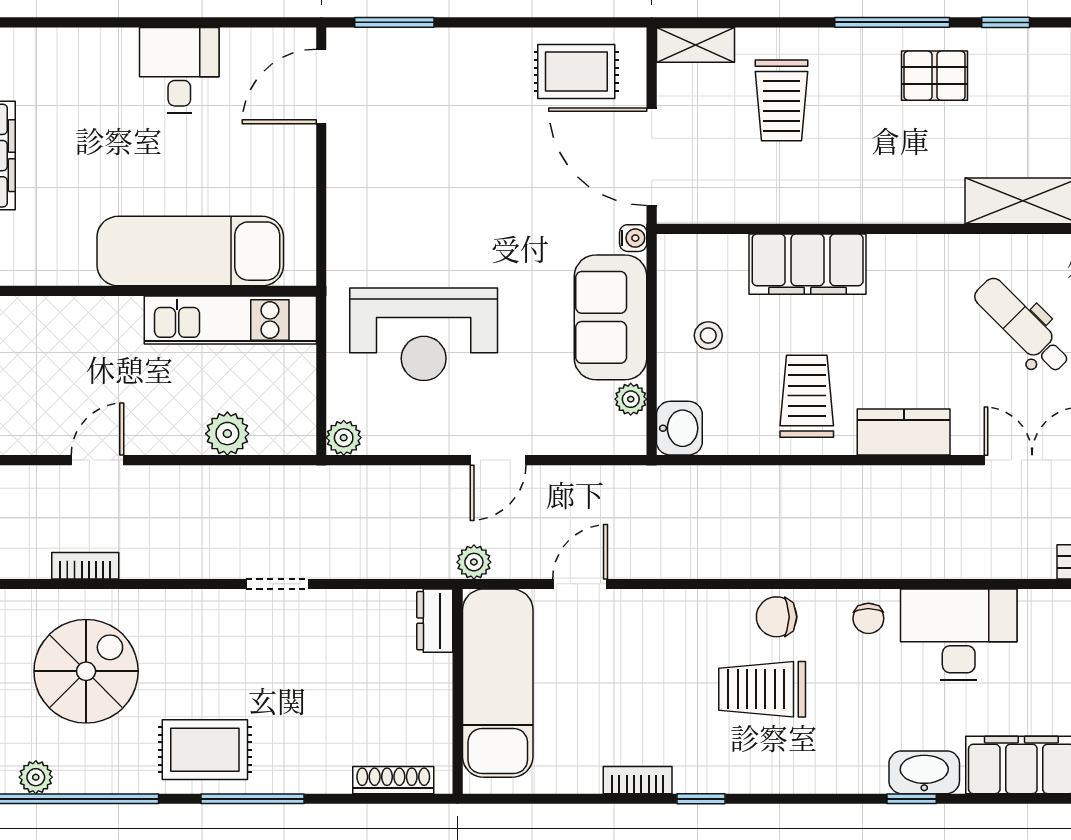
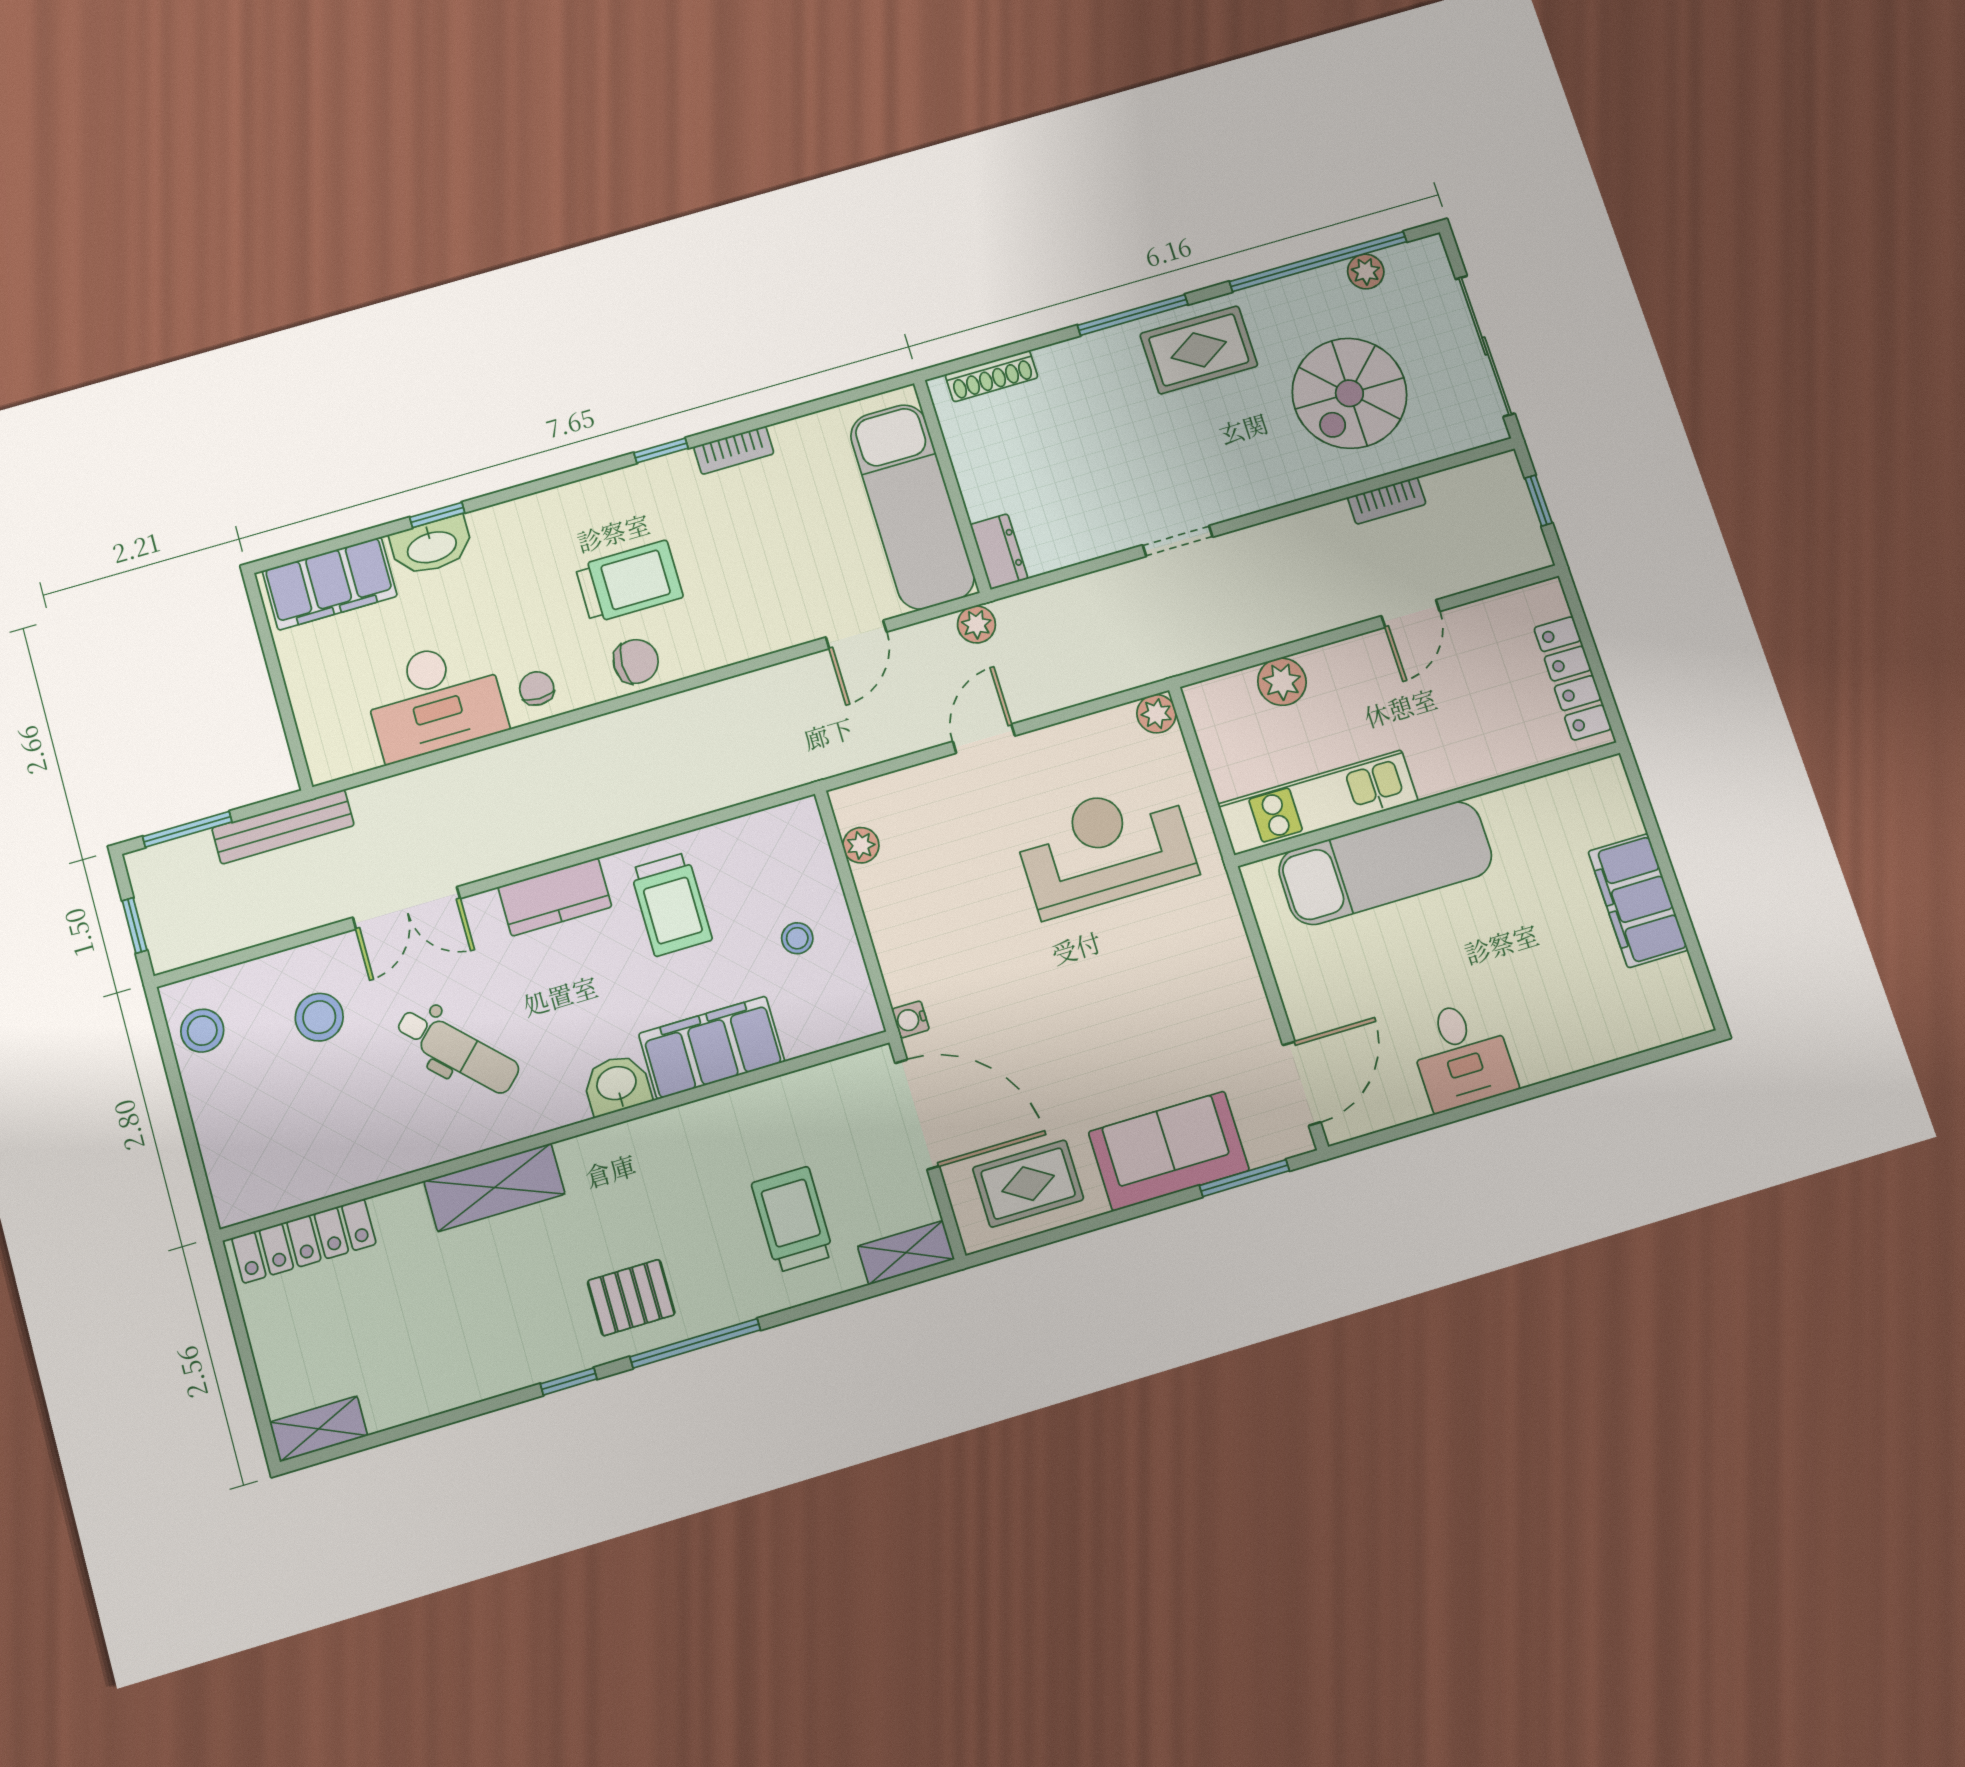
sofa: (611, 317) -> (1169, 1151), moved, turned -90
washbasin: (679, 428) -> (617, 1085), moved, turned 90

